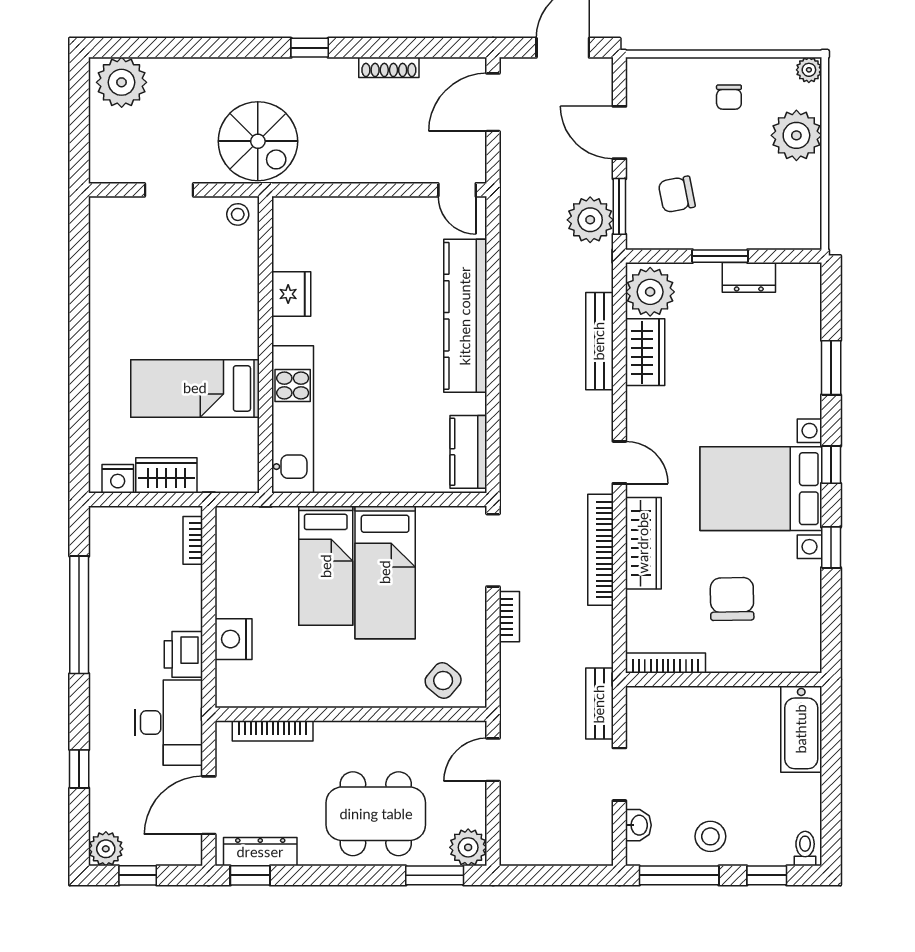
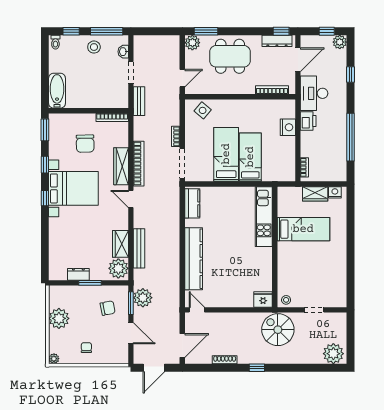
plant: (796, 135) -> (59, 318), moved
fridge: (291, 294) -> (263, 299), moved, turned 90
window: (831, 368) -> (45, 130), moved

